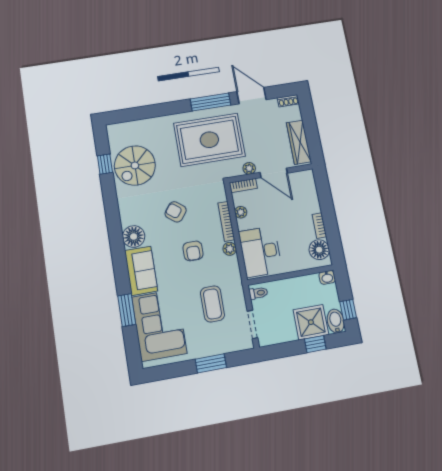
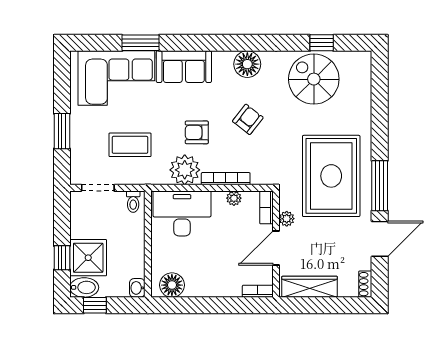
bookcase: (319, 226) -> (258, 291), moved
floor lamp: (134, 237) -> (247, 64), moved
plant: (230, 249) -> (185, 170), width x1.87, depth x1.87

